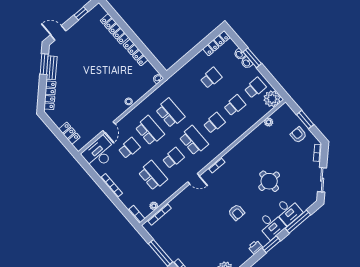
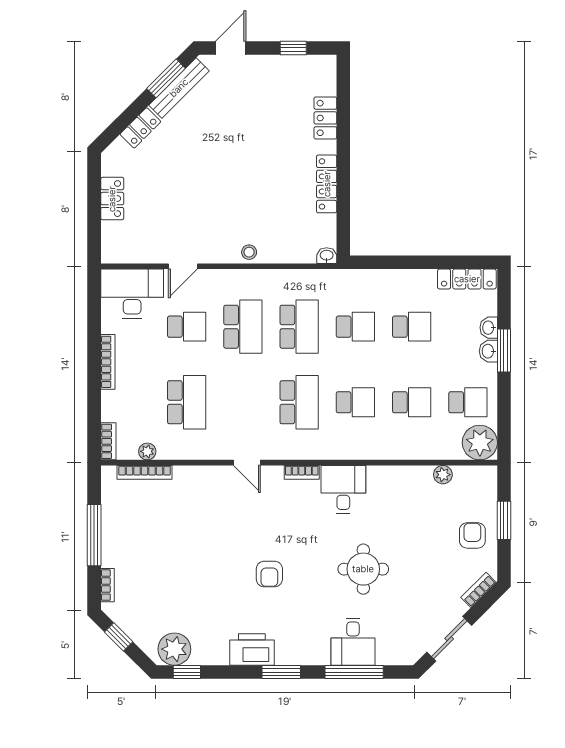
locker: (115, 29) -> (325, 118), width x0.66
door: (58, 33) -> (231, 48), hinge flipped
bench: (52, 68) -> (179, 88), width x1.36
locker: (50, 95) -> (140, 128), width x0.66
locker: (69, 133) -> (112, 199), moved
school desk: (173, 158) -> (355, 327), moved
desk: (271, 225) -> (343, 489), moved, turned 180
printer: (255, 247) -> (252, 649), width x1.87, depth x1.48

